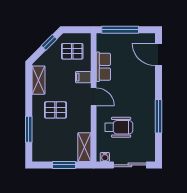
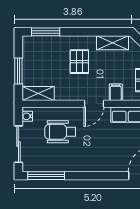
window: (158, 116) -> (46, 176), moved
wheelchair: (119, 127) -> (60, 132), turned 90
window: (29, 129) -> (46, 32), moved

